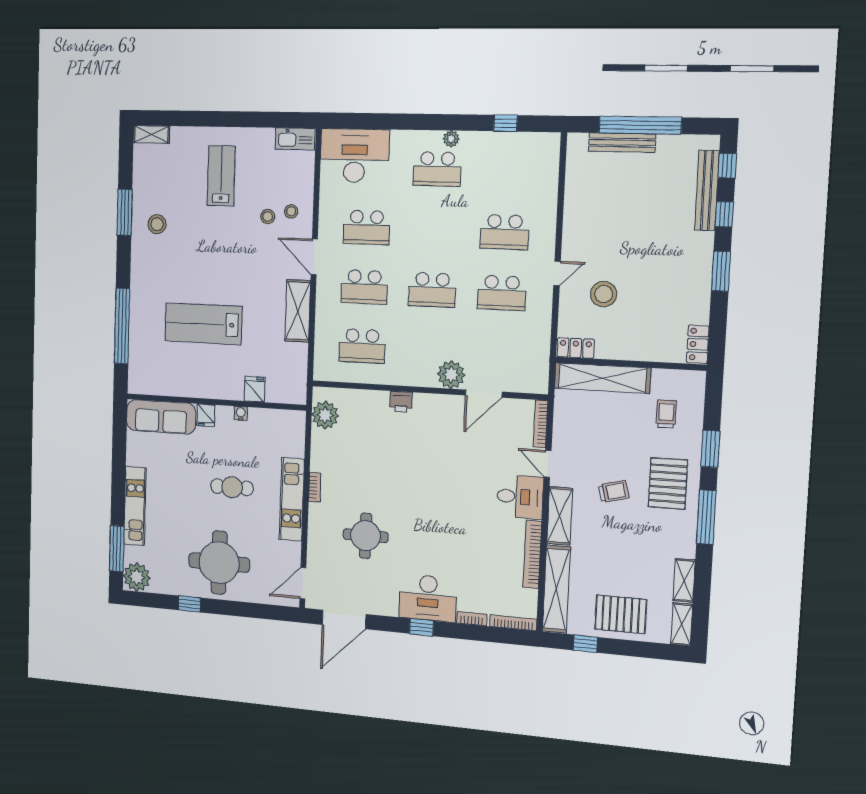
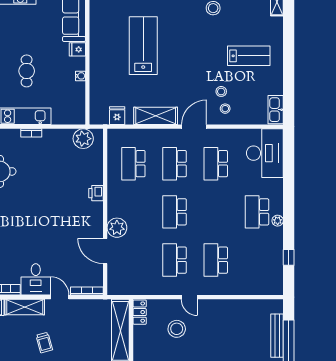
fridge: (255, 389) -> (117, 116), moved, turned -90
door: (548, 464) -> (60, 297), hinge flipped

